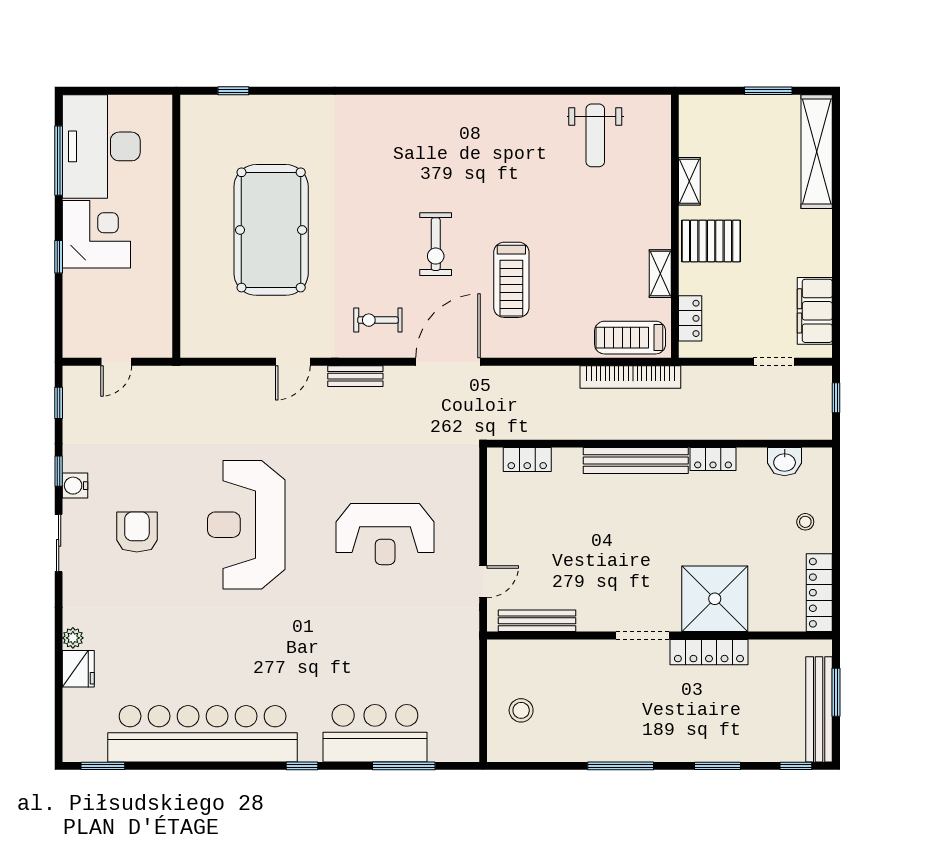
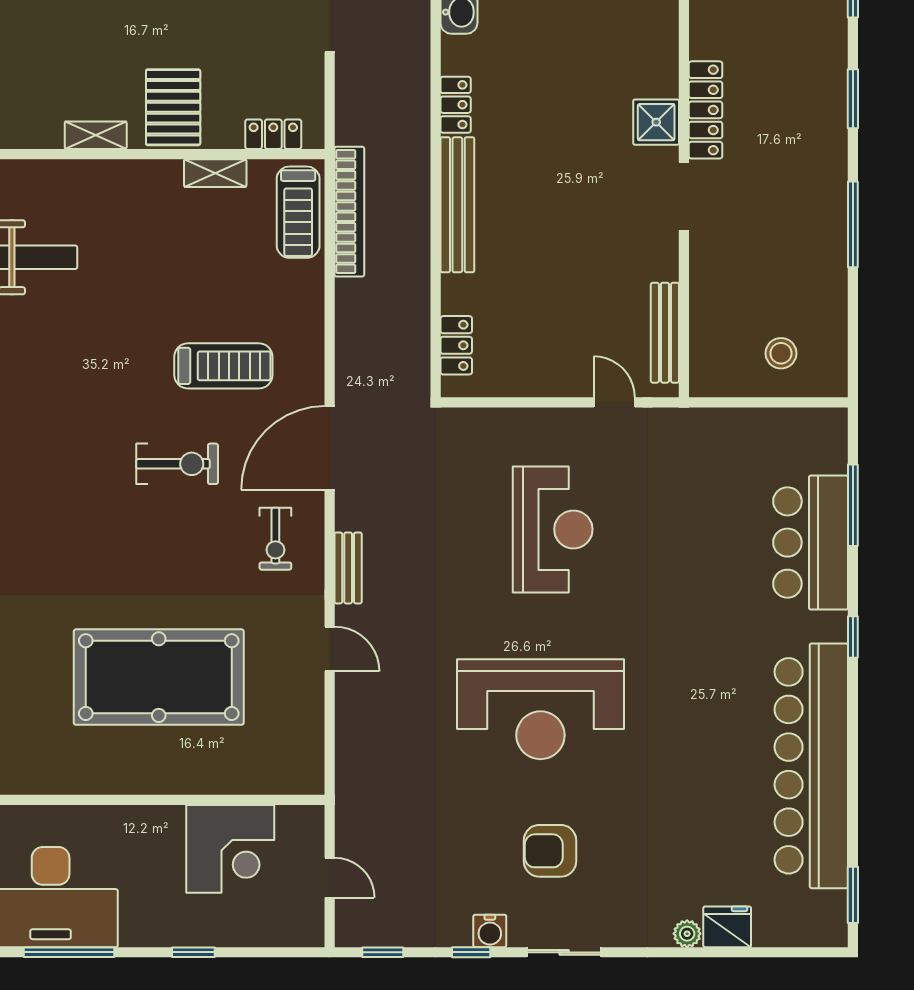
corner desk: (96, 234) -> (230, 849), moved, turned 180
door: (448, 362) -> (330, 448), hinge flipped
shower: (715, 599) -> (656, 122), width x0.54, depth x0.54

